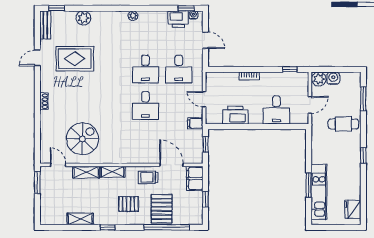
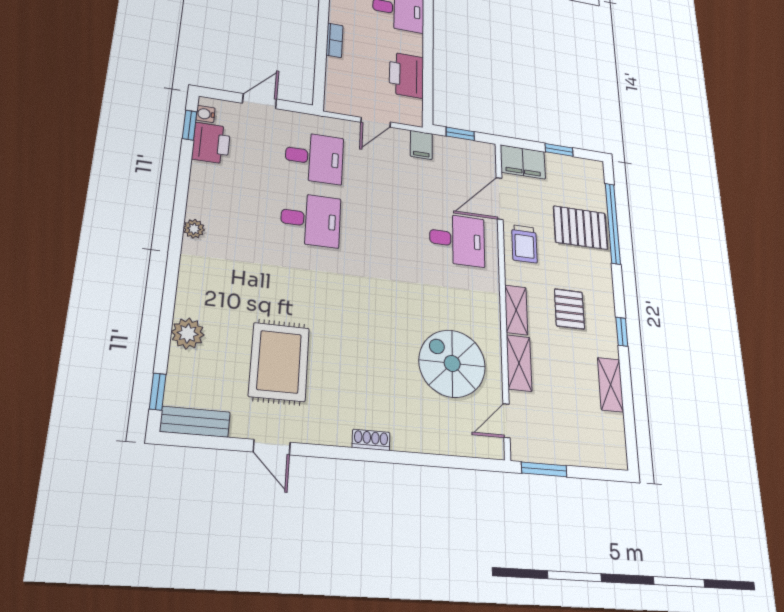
desk: (145, 105) -> (457, 240), moved
pallet: (129, 204) -> (569, 309), moved

